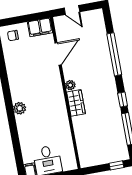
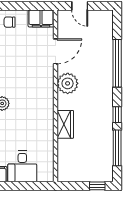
plant: (70, 85) -> (68, 83), width x1.87, depth x1.87
wardrobe: (76, 103) -> (65, 124), moved

